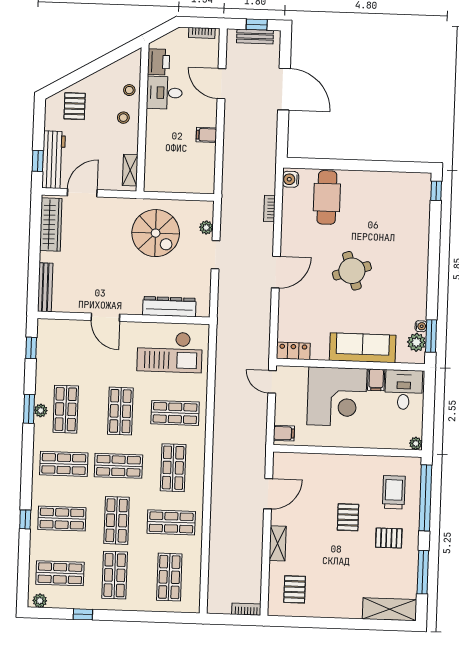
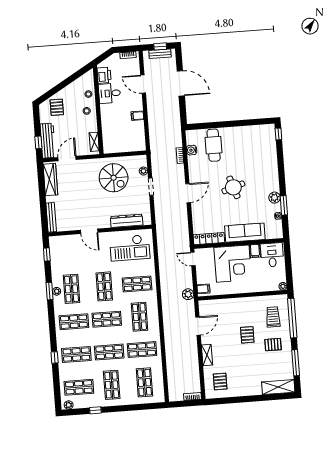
water cooler: (291, 179) -> (192, 150), moved
window: (431, 336) -> (284, 205), moved
plant: (416, 342) -> (275, 198), moved
locker: (293, 351) -> (209, 239), width x1.53
plant: (258, 439) -> (188, 294), added
shop shelf: (117, 520) -> (109, 352), turned 90

